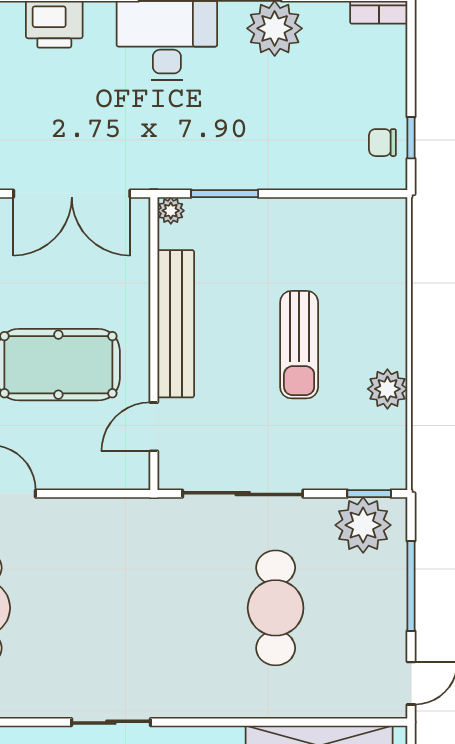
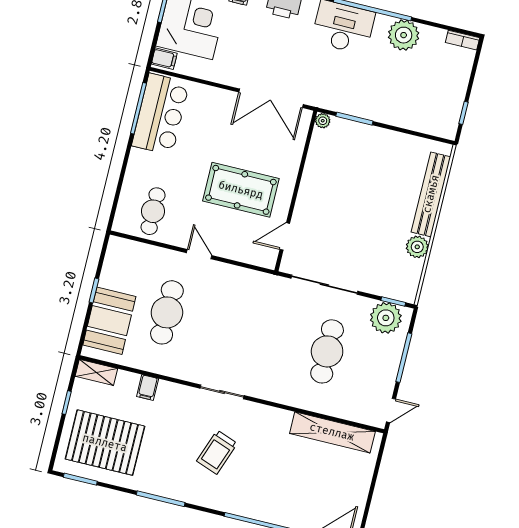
chair: (382, 143) -> (447, 112), removed
bench: (176, 324) -> (431, 194), moved
sun lounger: (299, 345) -> (375, 211), removed

